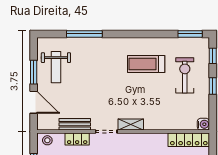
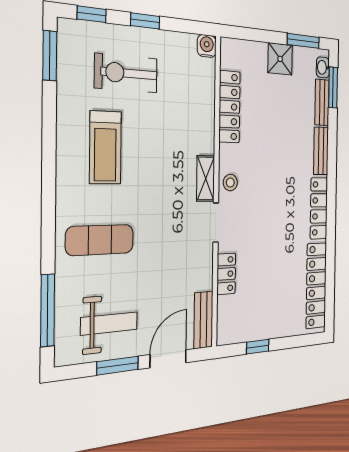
window: (84, 34) -> (48, 310), moved
exercise mat: (99, 61) -> (100, 240), added
bench: (75, 124) -> (203, 320), moved
stool: (47, 140) -> (230, 183), moved
locker: (189, 140) -> (229, 107), moved

